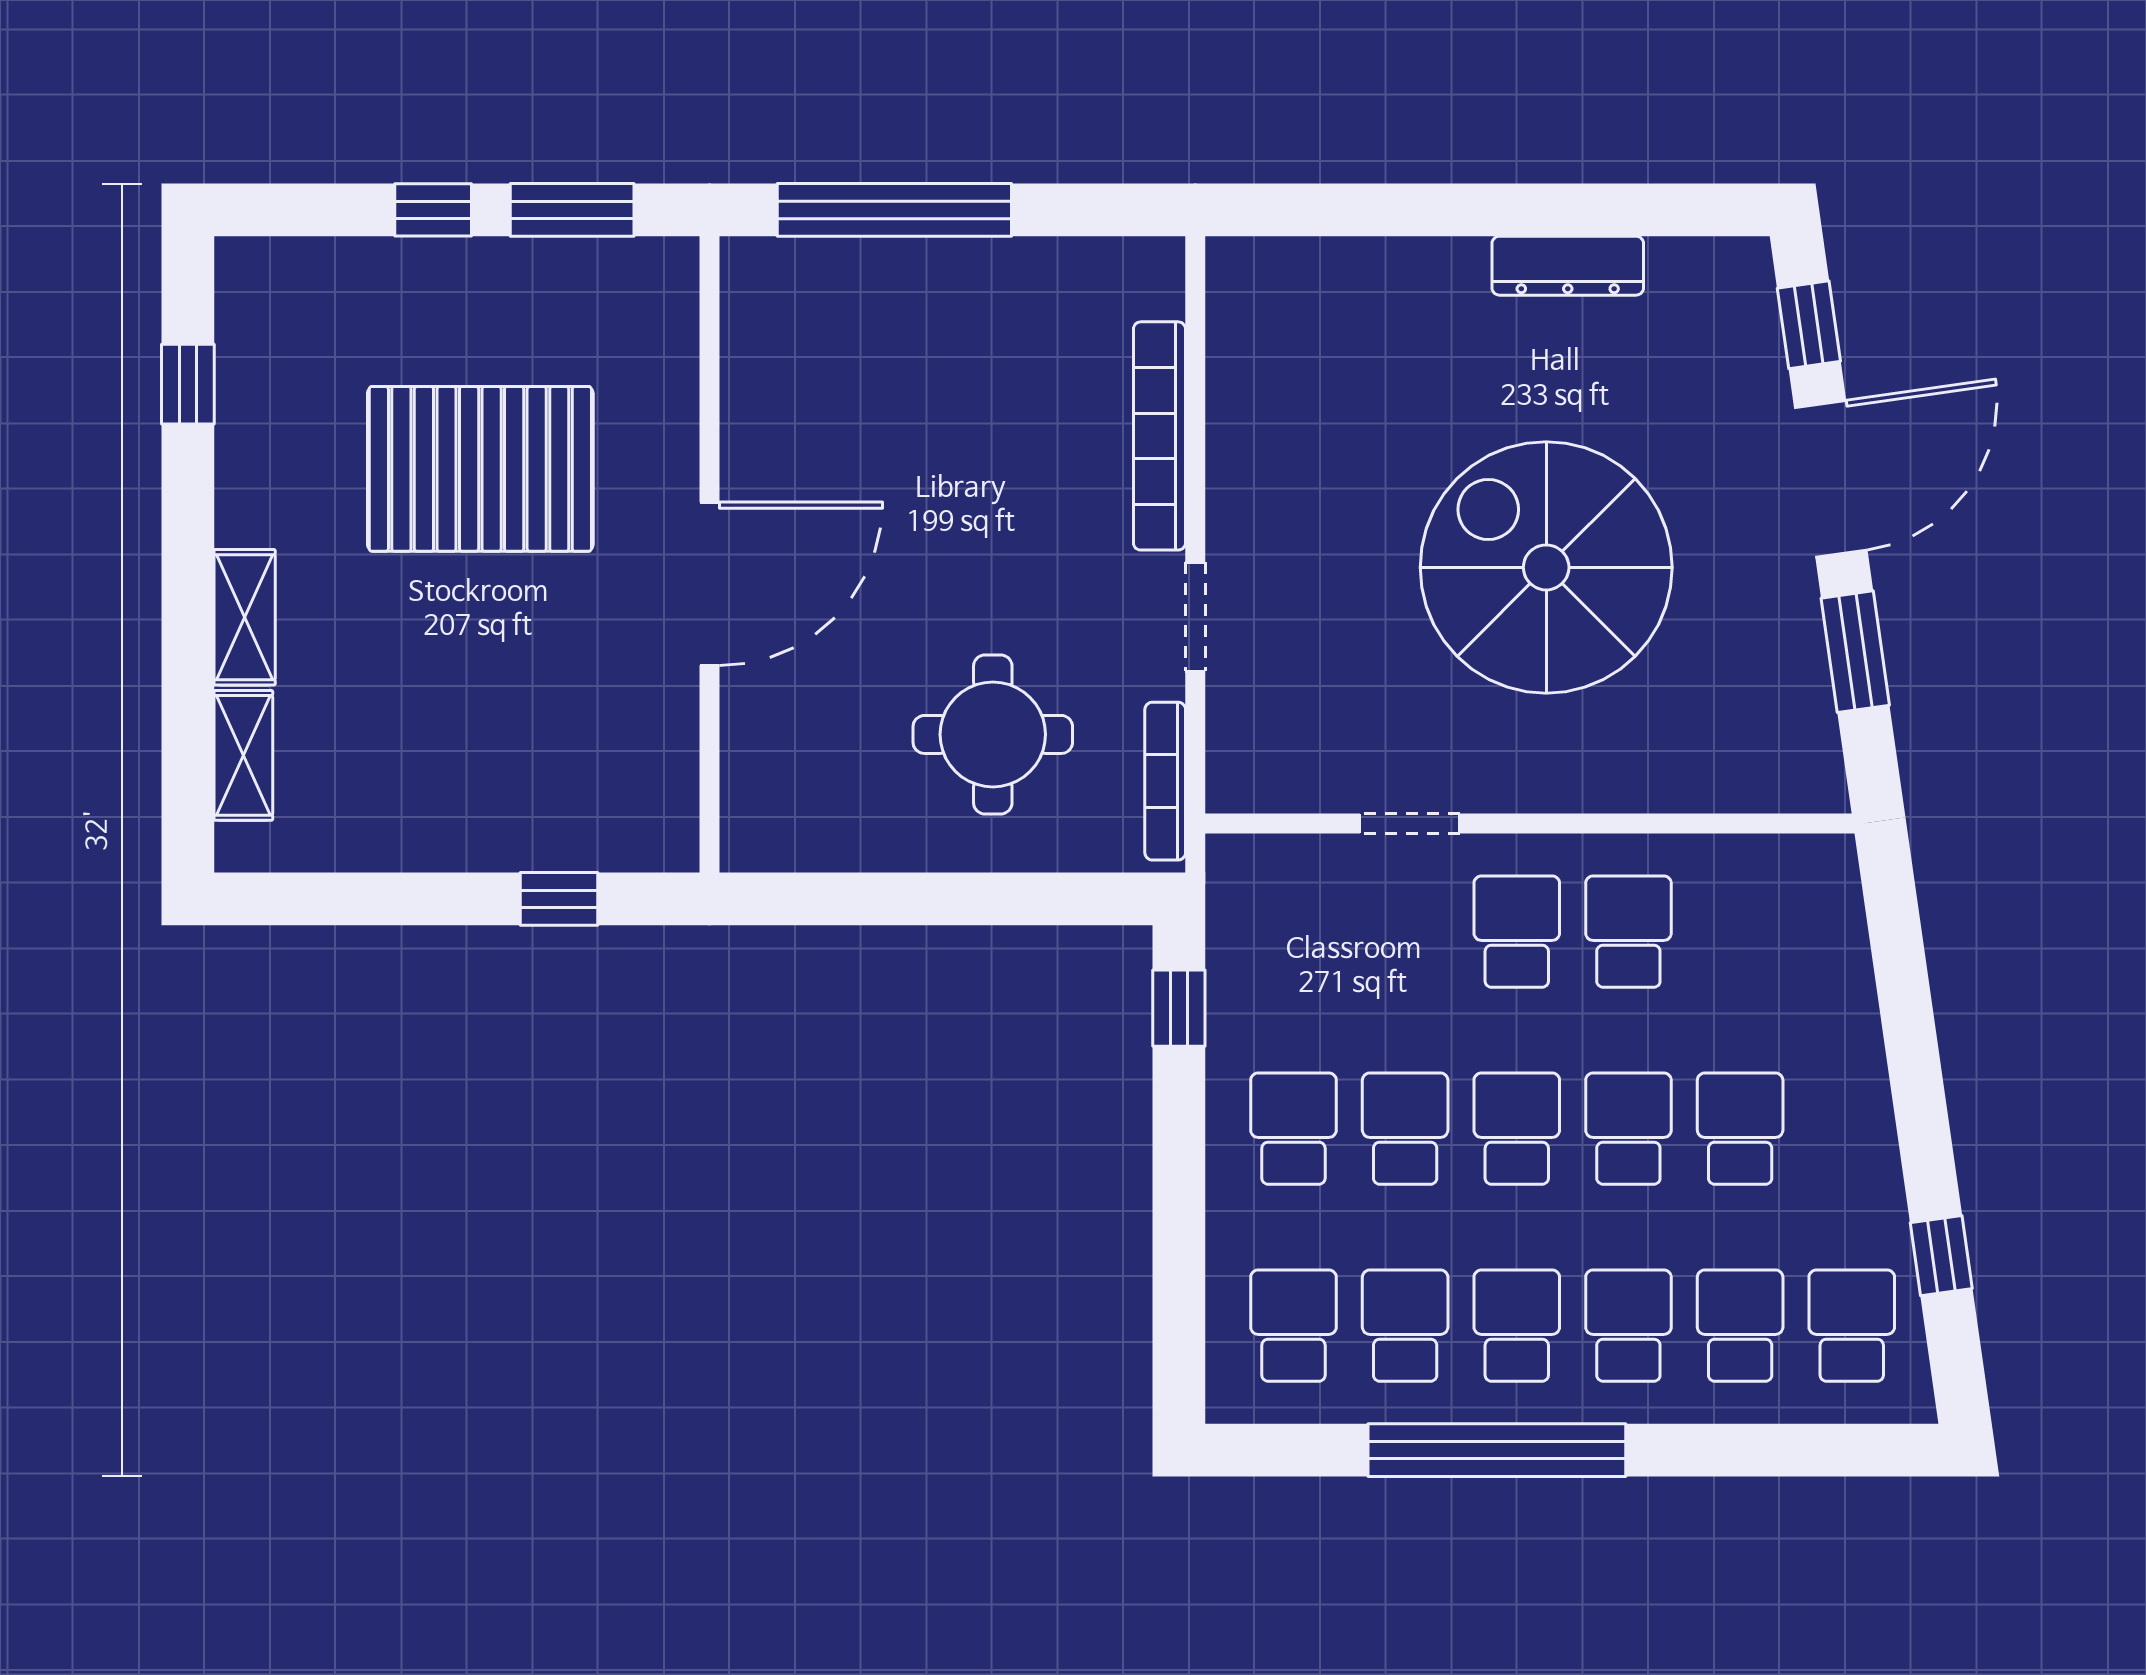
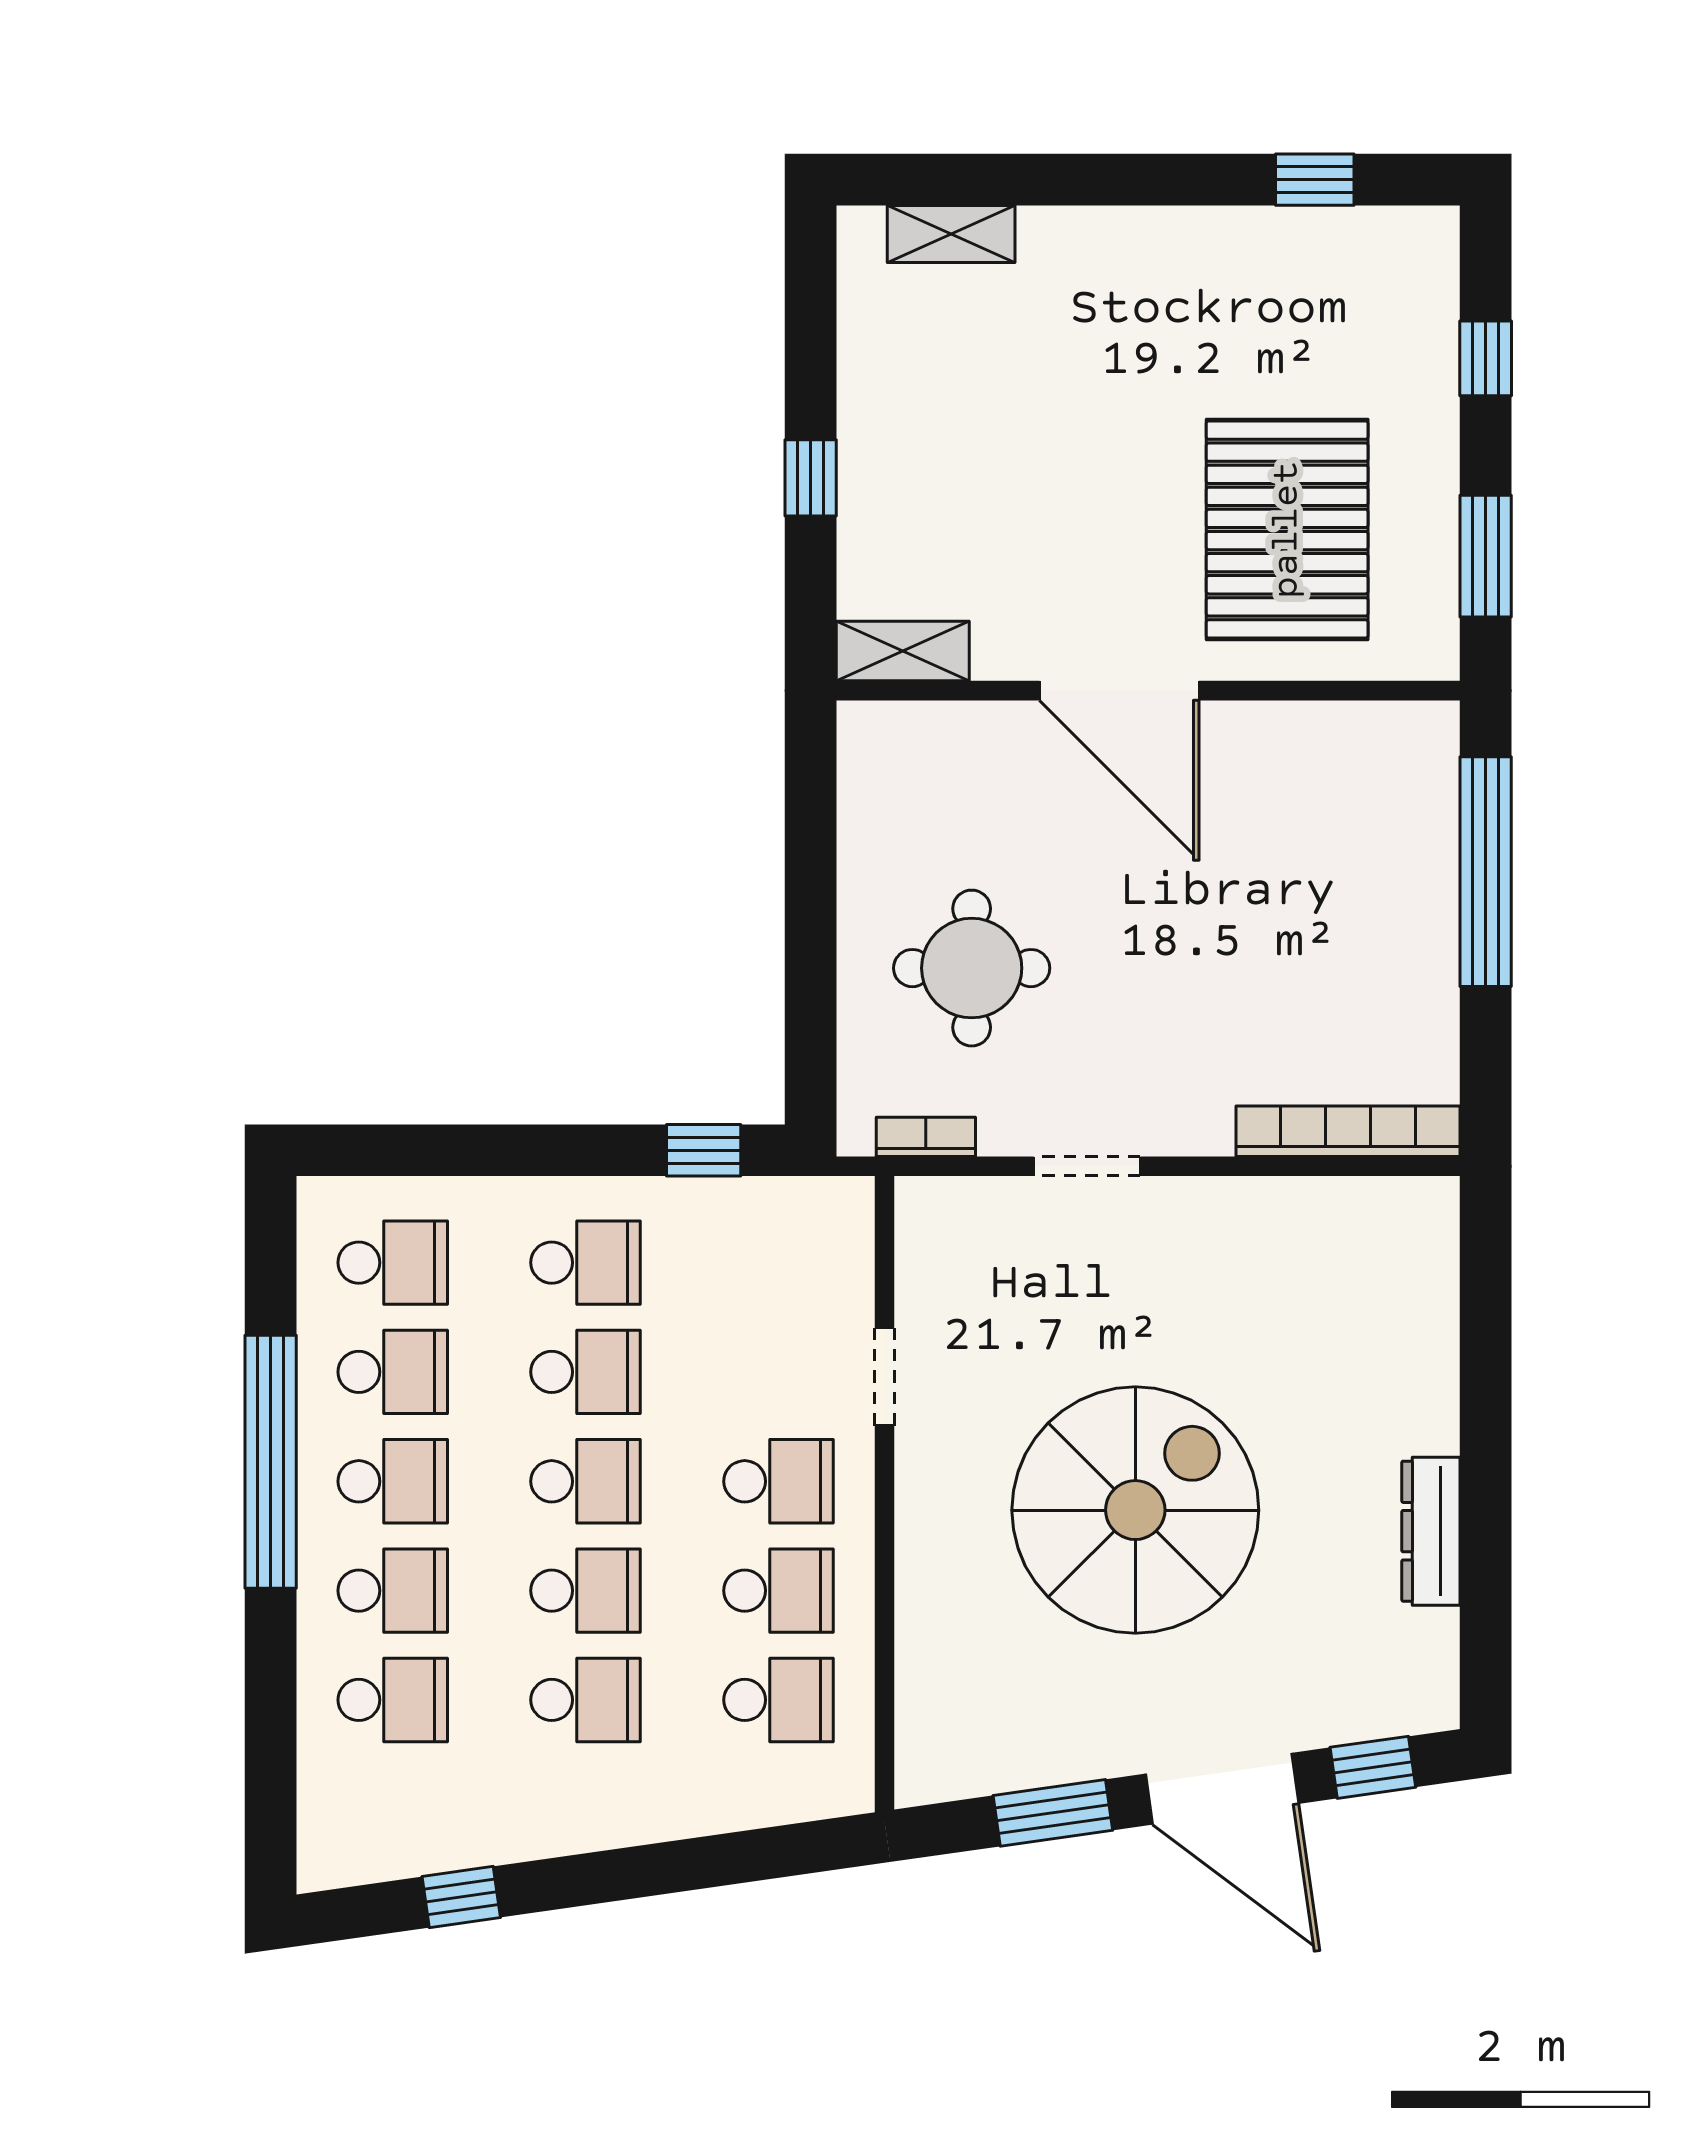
window: (433, 210) -> (1486, 358), moved
bookcase: (1159, 436) -> (1348, 1131), moved
pallet: (480, 469) -> (1287, 530), moved
shelving: (245, 617) -> (903, 651), moved
bookcase: (1165, 781) -> (926, 1137), width x0.64
window: (559, 899) -> (811, 478), moved
school desk: (1852, 1326) -> (779, 1700), moved

